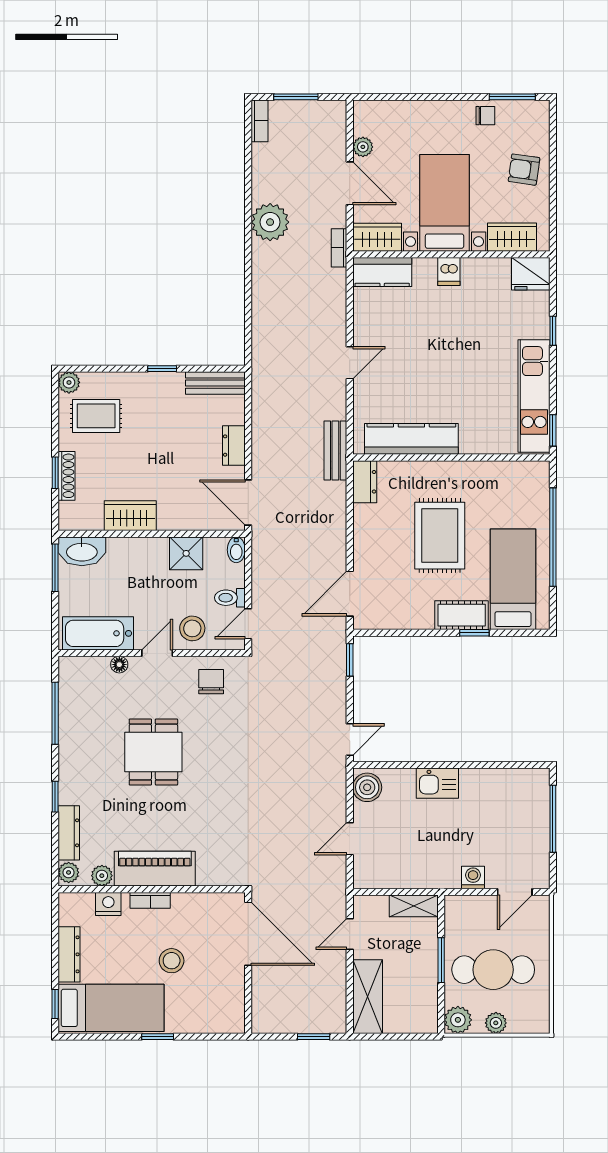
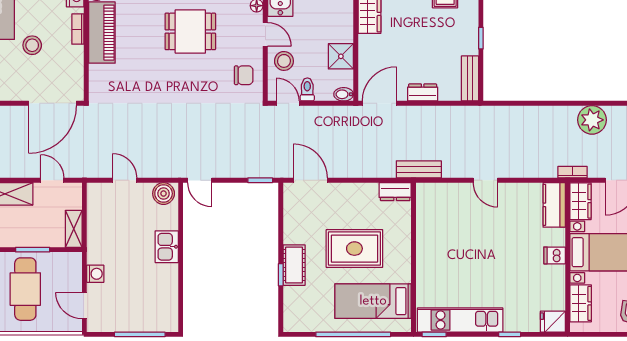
fridge: (531, 274) -> (553, 322), width x0.72
kitchen counter: (411, 439) -> (428, 227), removed
bed: (513, 579) -> (373, 301), moved, turned 180

